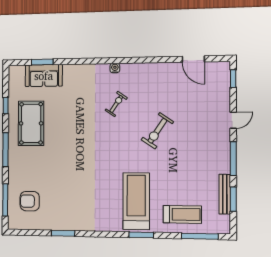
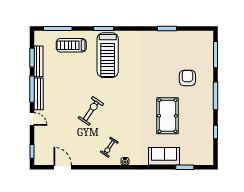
sofa: (44, 76) -> (164, 156), moved
exercise bike: (116, 104) -> (109, 147), moved
door: (233, 120) -> (32, 119), swing flipped
pool table: (31, 123) -> (167, 116), moved
bench: (225, 152) -> (39, 94), added
armchair: (30, 201) -> (187, 78), moved, turned -90

